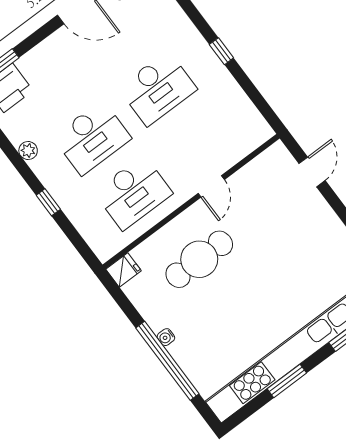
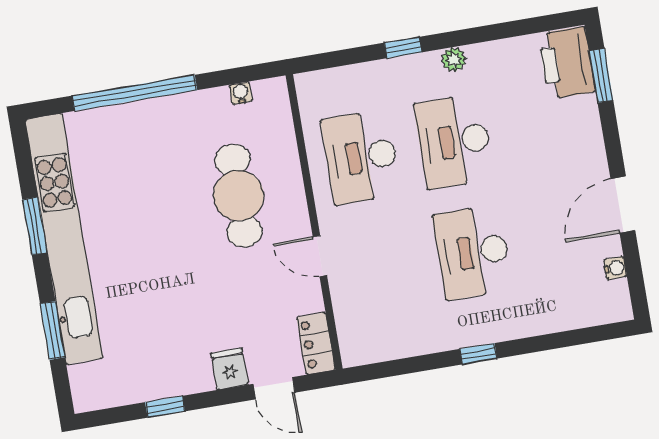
plant: (28, 151) -> (454, 60), moved
locker: (269, 160) -> (316, 344), added
fridge: (124, 270) -> (230, 369), moved, turned 180
water cooler: (166, 337) -> (241, 93), moved

